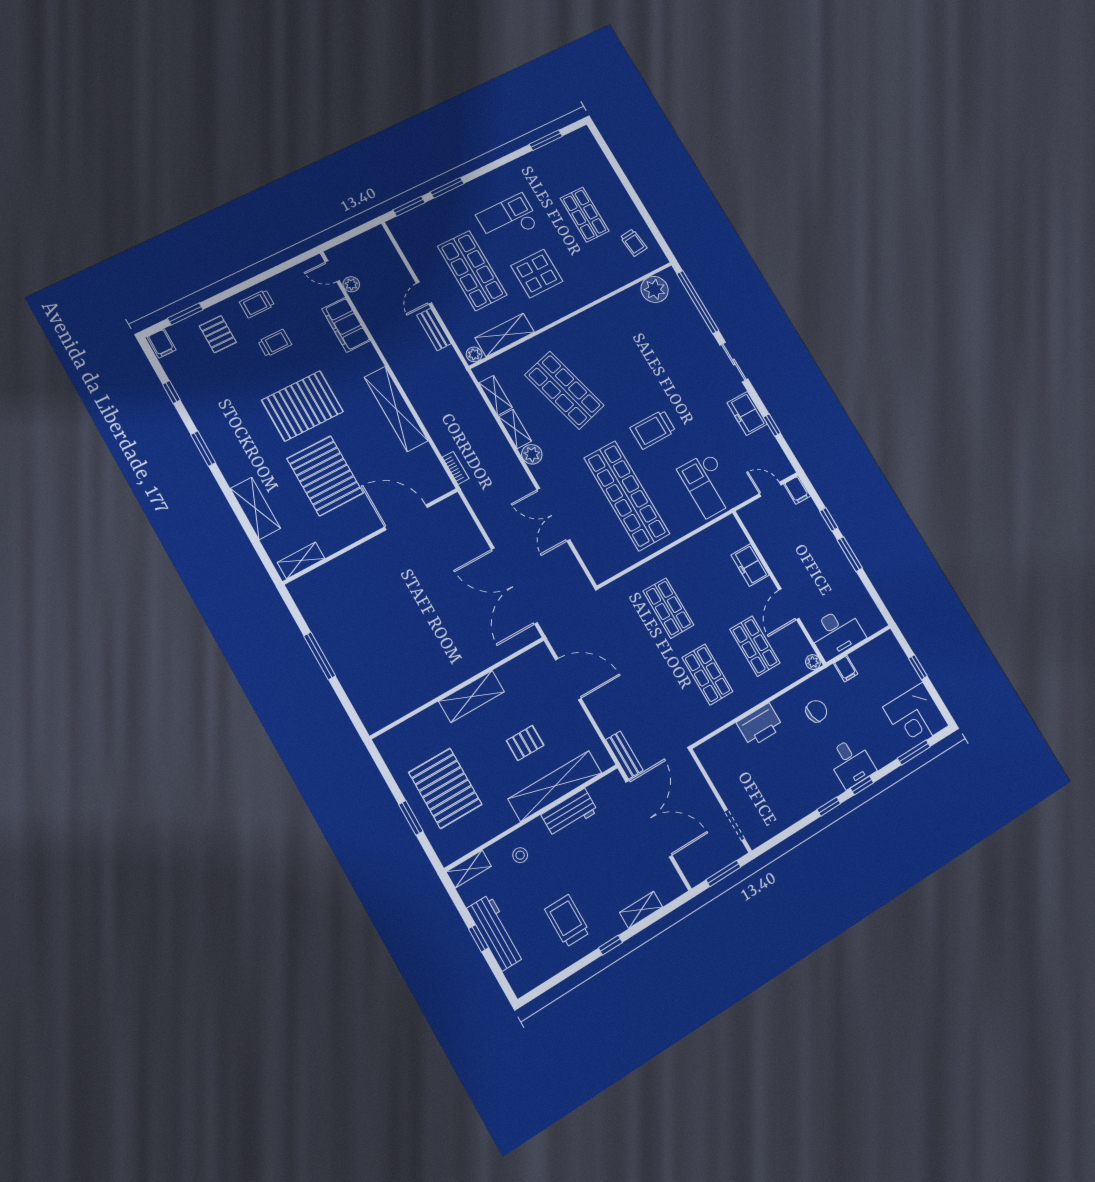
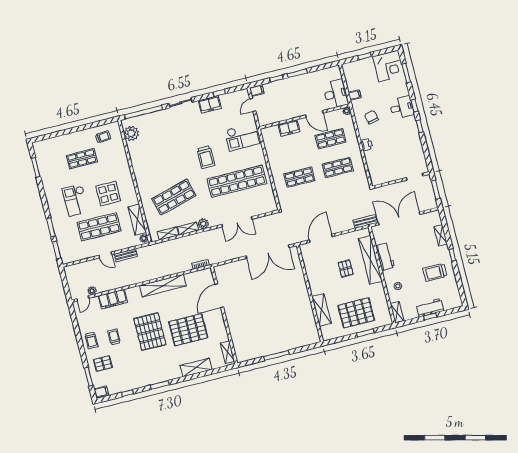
shelving: (472, 696) -> (322, 310), moved
printer: (760, 725) -> (367, 144), width x0.53, depth x0.68
workbench: (496, 933) -> (430, 308), width x0.73

